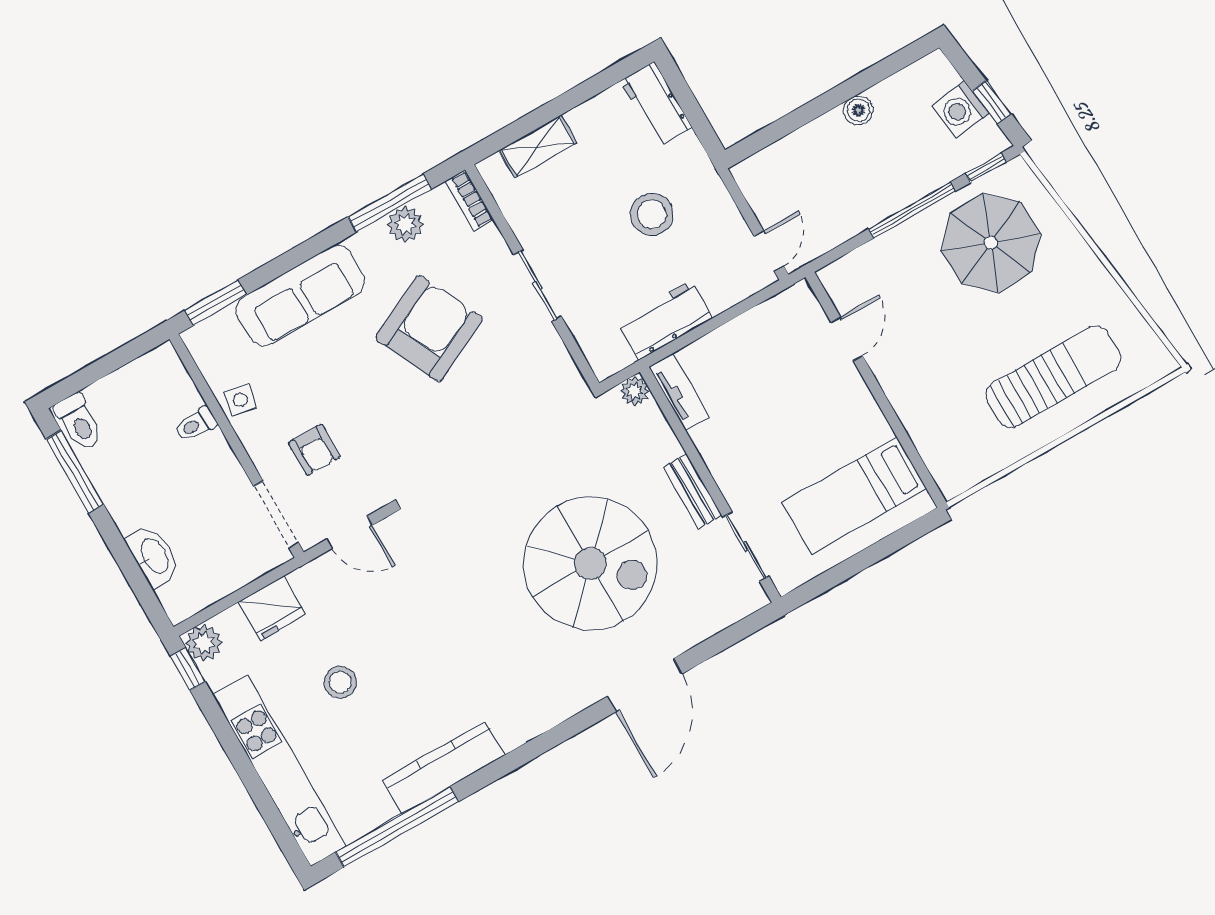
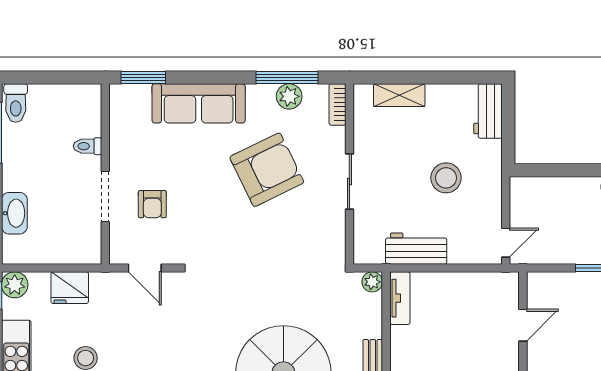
side table: (240, 400) -> (124, 147), removed
doorway: (276, 515) -> (105, 197), moved

